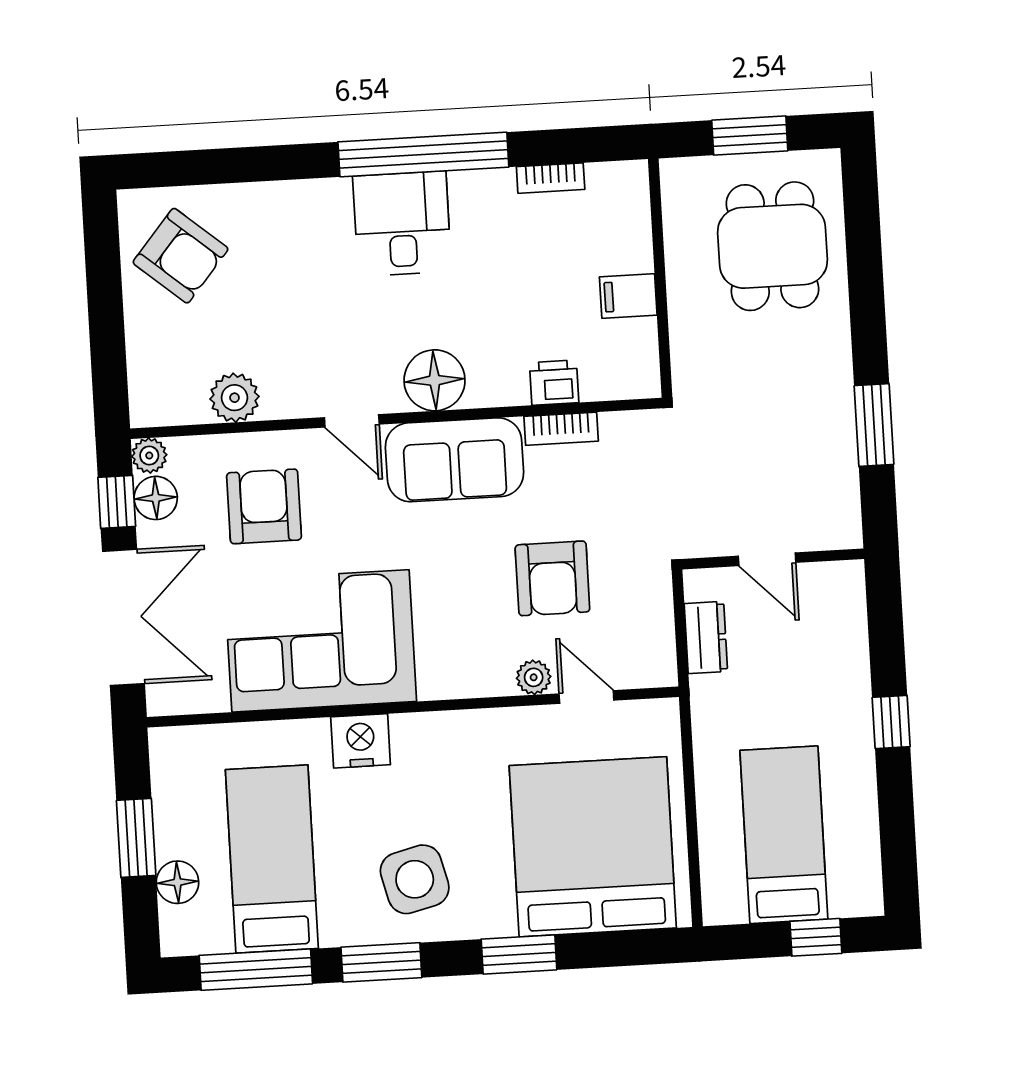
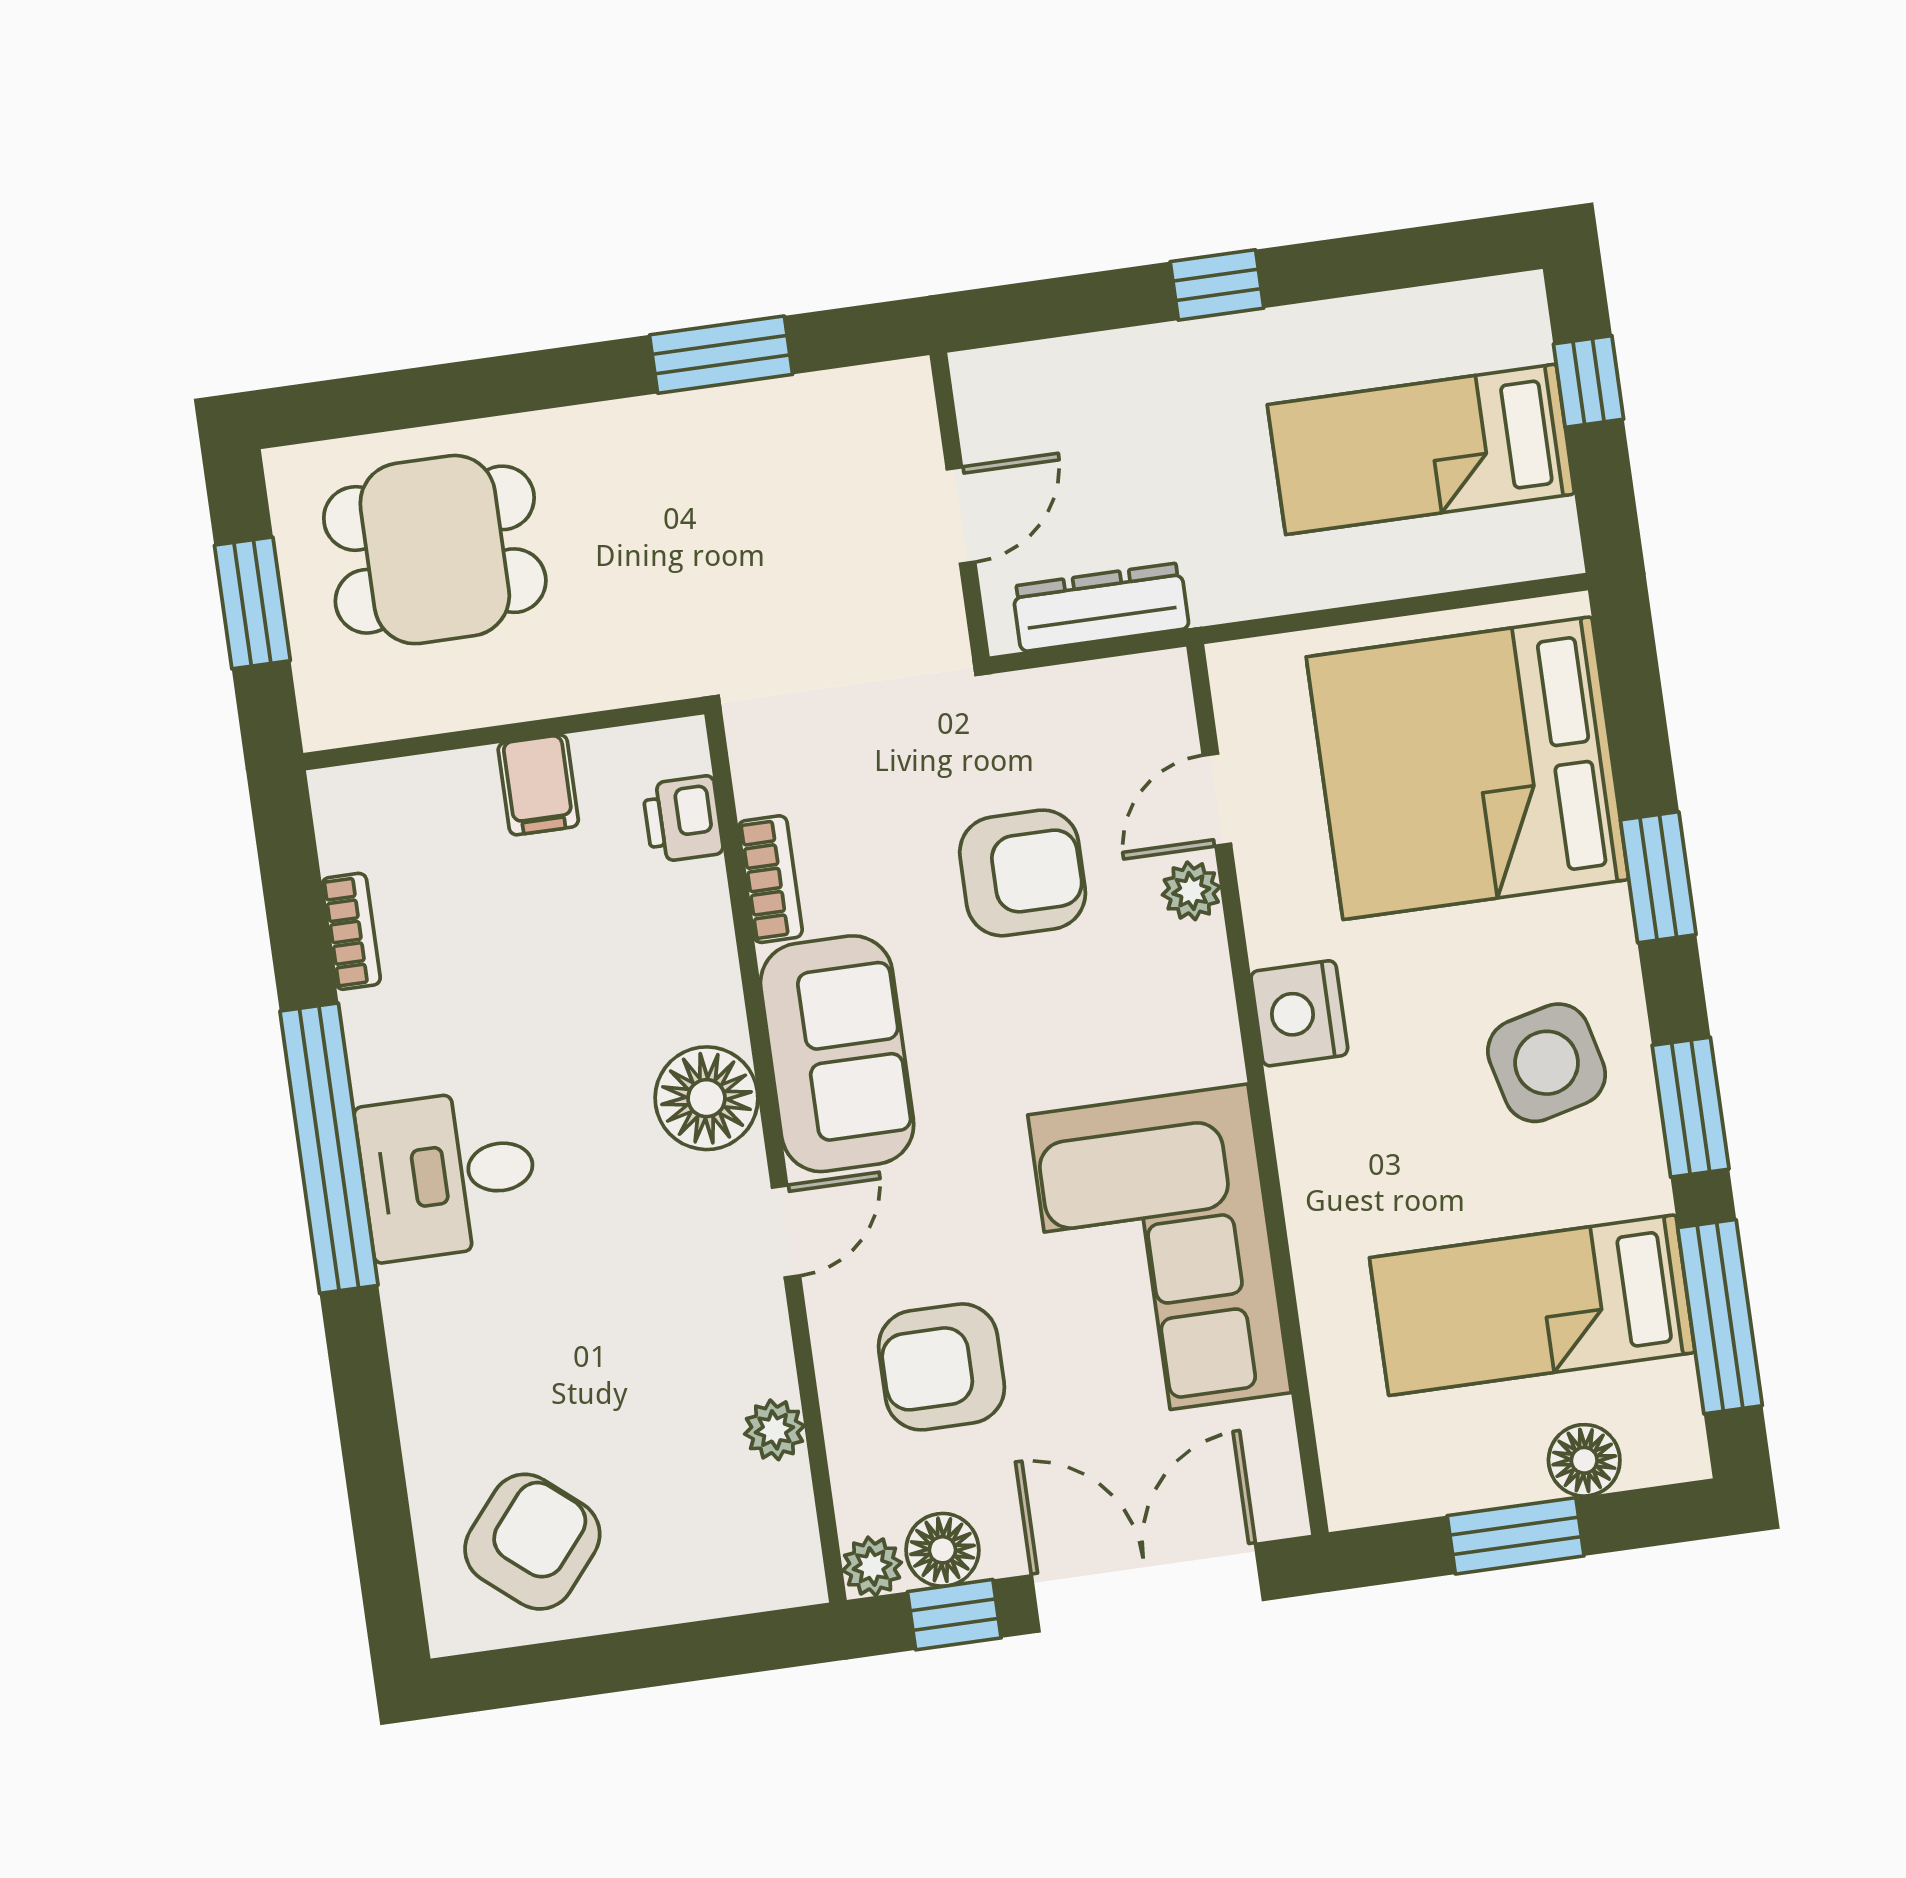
printer: (554, 383) -> (683, 819), moved
plant: (234, 398) -> (774, 1430), width x0.73, depth x0.73
dresser: (706, 638) -> (1101, 607), width x1.44
nightstand: (361, 741) -> (1299, 1013), moved

